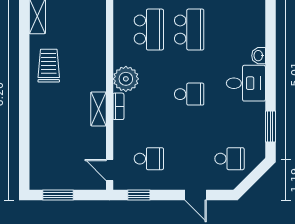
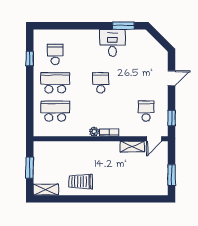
washbasin: (259, 56) -> (74, 34), removed
plant: (126, 79) -> (94, 132), width x0.53, depth x0.53
desk: (246, 83) -> (112, 43), moved
shelving: (99, 109) -> (132, 147), moved
school desk: (229, 159) -> (55, 54), moved

